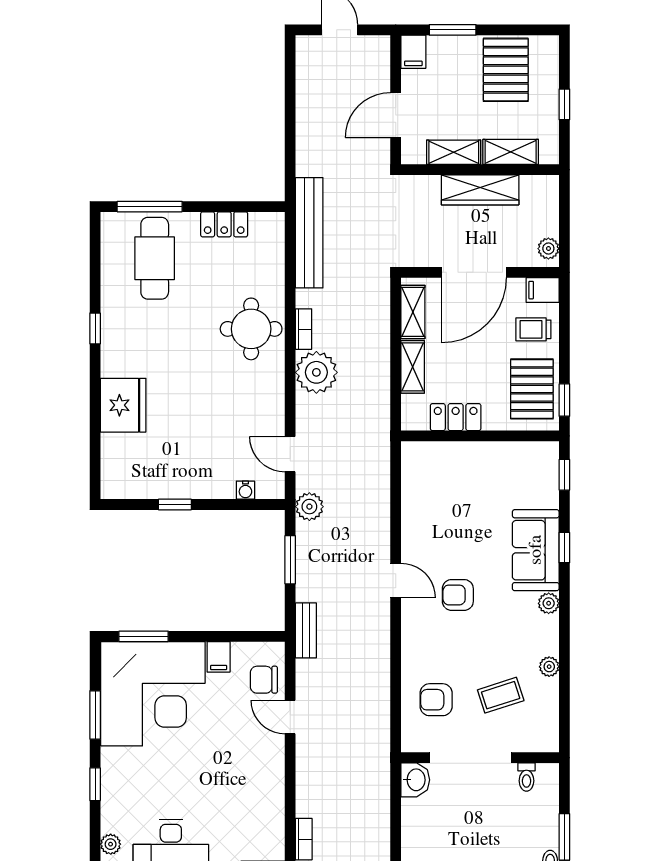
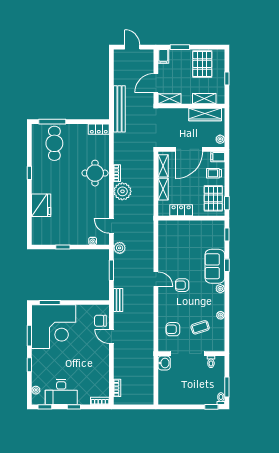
shelving: (454, 152) -> (169, 99), moved
wardrobe: (480, 190) -> (205, 115), moved
locker: (224, 224) -> (99, 129), moved
bench: (309, 233) -> (119, 109), moved
filing cabinet: (219, 657) -> (81, 311), removed

